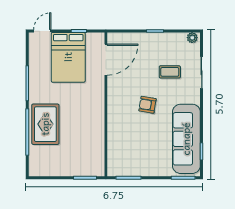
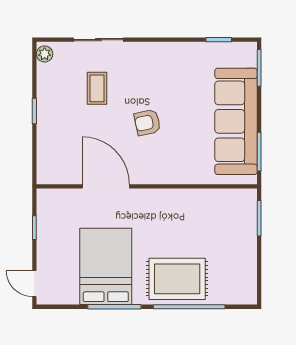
bed: (68, 57) -> (106, 266), moved, turned -90
door: (106, 60) -> (106, 186), moved
armchair: (147, 105) -> (147, 122), turned 69
sofa: (186, 139) -> (236, 121), moved, turned 90

